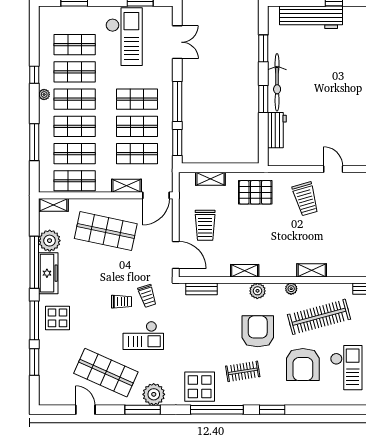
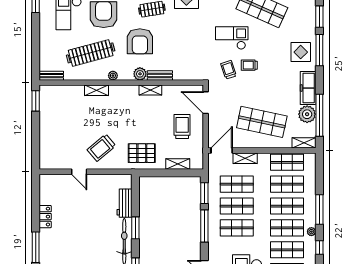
window: (34, 142) -> (319, 210), moved
trolley: (306, 199) -> (101, 148), turned -114
window: (34, 262) -> (319, 115), moved
bench: (201, 289) -> (160, 75), moved

